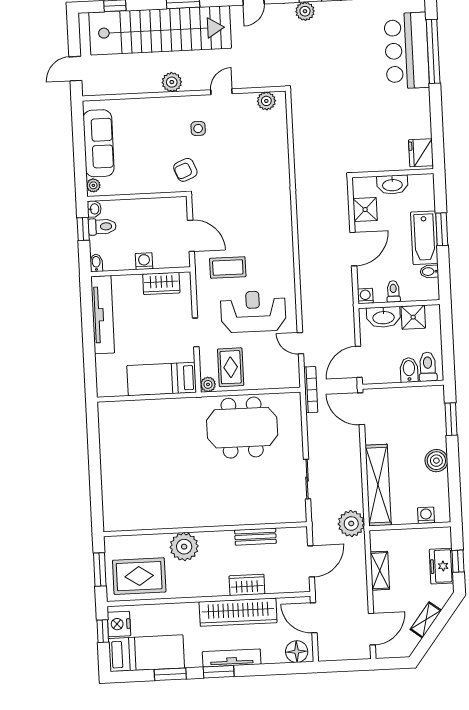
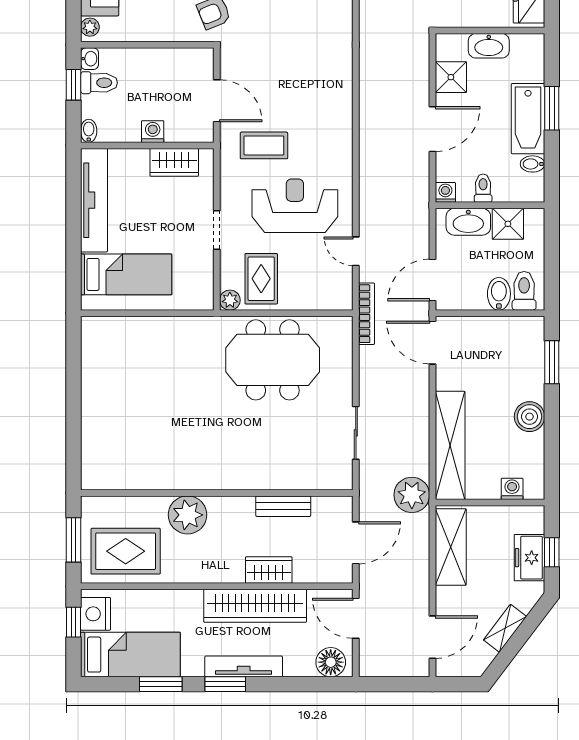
bed: (162, 379) -> (126, 274), moved, turned 180
shelving: (380, 571) -> (451, 547), width x1.50, depth x1.33

